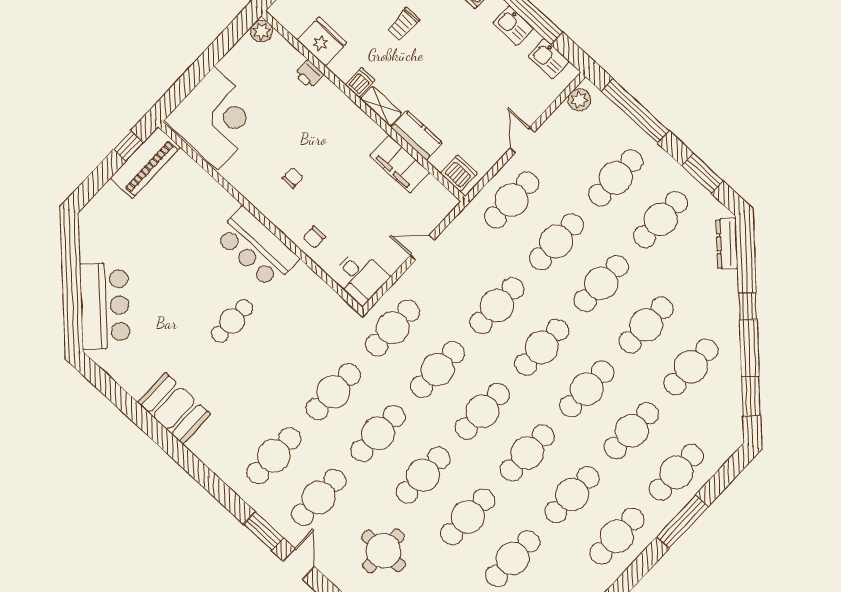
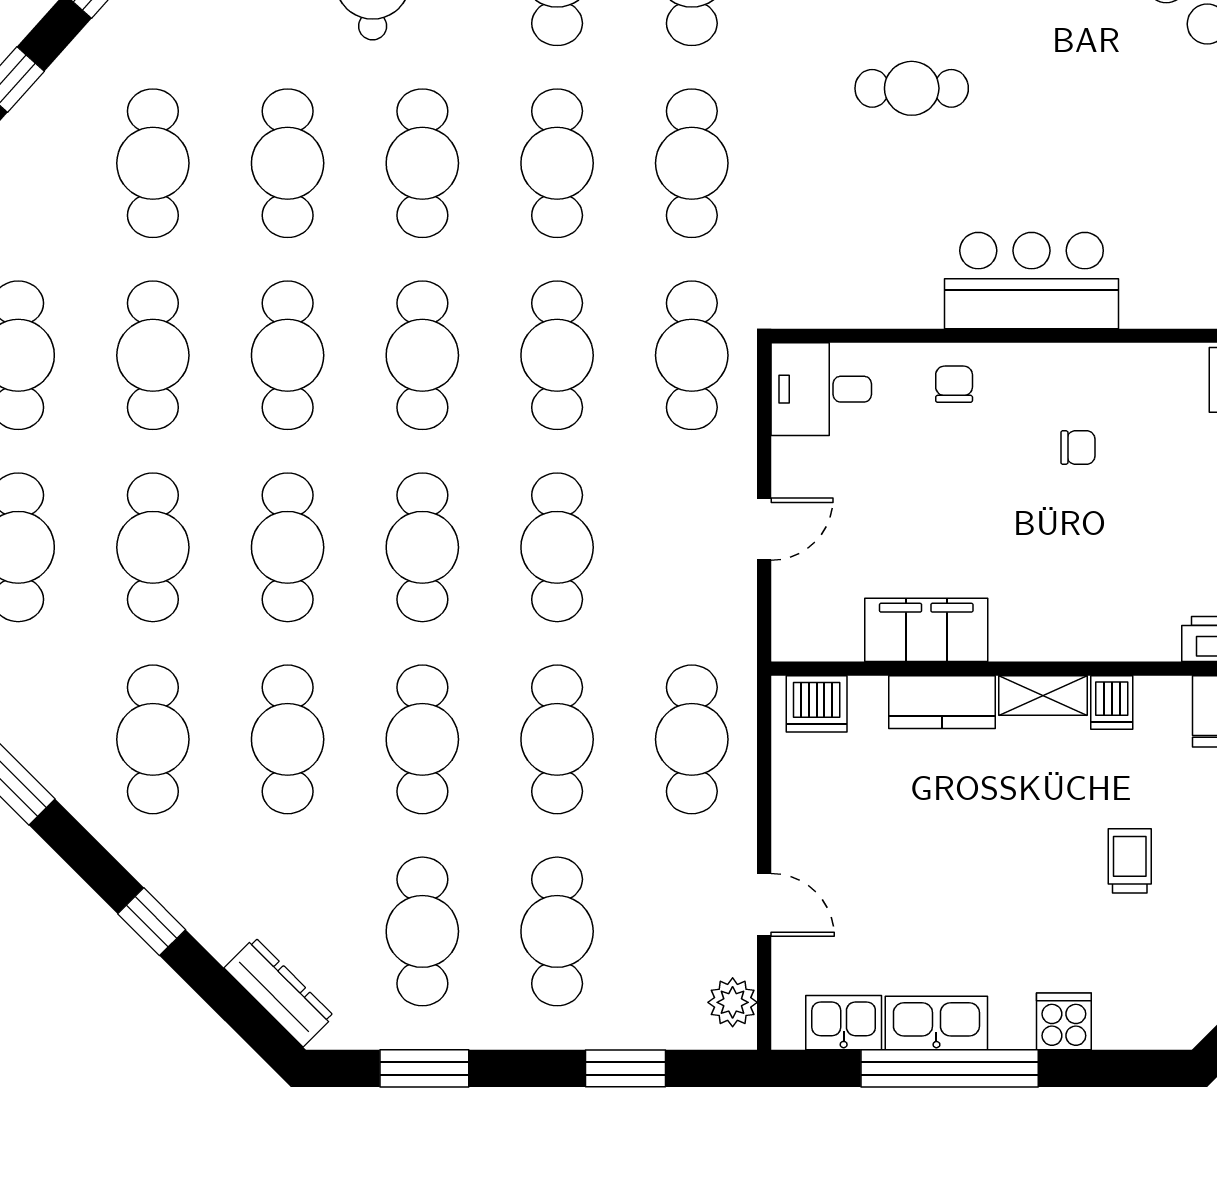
kitchen sink: (513, 26) -> (936, 1023), width x1.38
window: (635, 111) -> (625, 1068), width x0.47
door: (522, 140) -> (764, 905), moved
chair: (293, 178) -> (1078, 448), turned -90
cafe table: (232, 321) -> (912, 88), moved, turned 90

